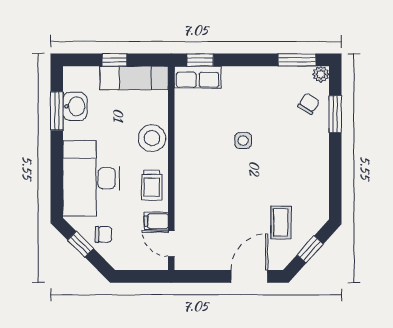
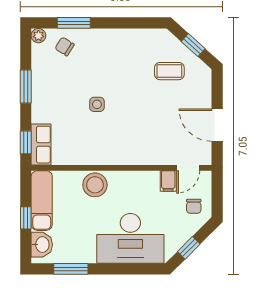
window: (297, 60) -> (26, 87), moved
washbasin: (75, 106) -> (42, 245), moved, turned 90
trolley: (152, 185) -> (136, 185), removed
chair: (103, 234) -> (194, 206), moved, turned 180
door: (249, 276) -> (217, 125), moved

